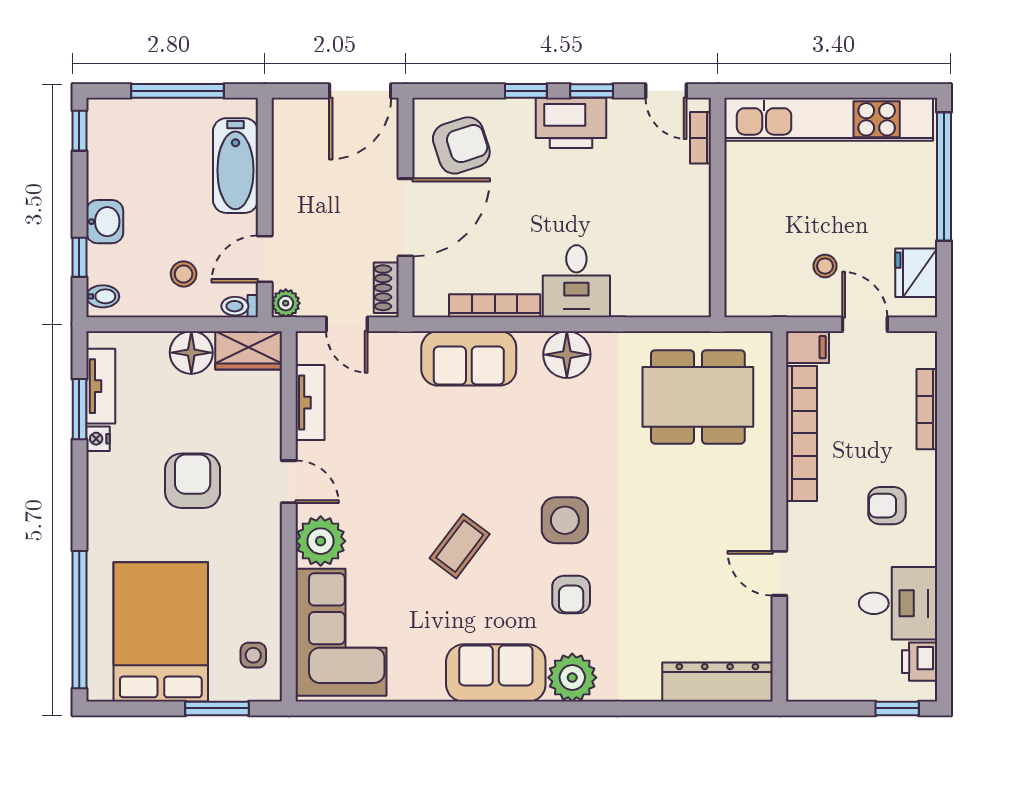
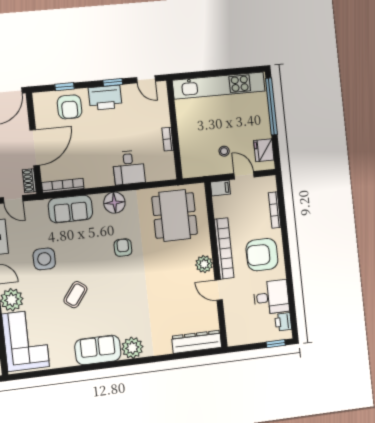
window: (526, 91) -> (64, 87), moved
bookcase: (700, 138) -> (168, 139), moved
armchair: (461, 145) -> (70, 107), moved, turned 108
desk: (576, 281) -> (129, 168), moved
bookcase: (495, 306) -> (63, 186), moved
dining table: (698, 397) -> (175, 215), turned 90
bookcase: (802, 433) -> (224, 248), moved
armchair: (887, 506) -> (262, 255), width x1.88, depth x1.88
plant: (753, 512) -> (204, 264), added
side table: (565, 520) -> (44, 259), moved
armchair: (571, 595) -> (123, 248), moved, turned 180

